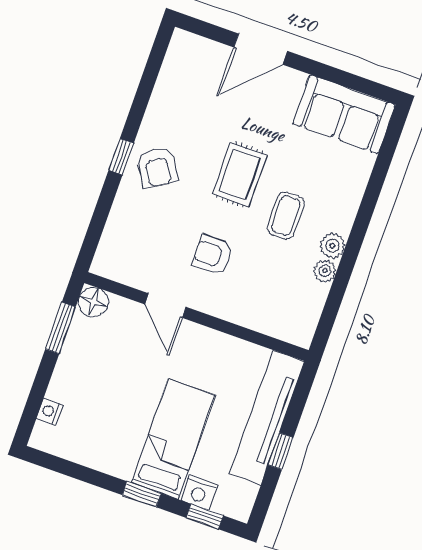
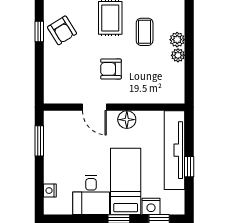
floor lamp: (93, 302) -> (127, 120), moved
desk: (111, 441) -> (91, 195), added

